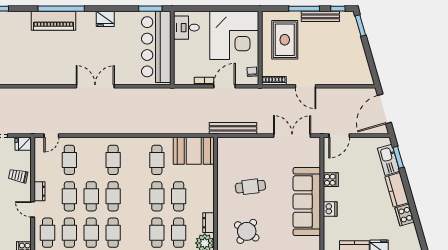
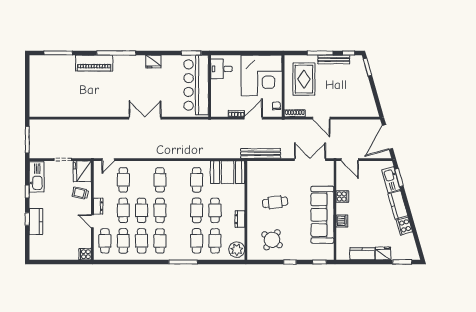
piano: (54, 21) -> (94, 63), moved
door: (339, 136) -> (350, 160), hinge flipped
fridge: (23, 144) -> (82, 171), width x1.88, depth x1.34
dresser: (208, 223) -> (240, 219), moved

